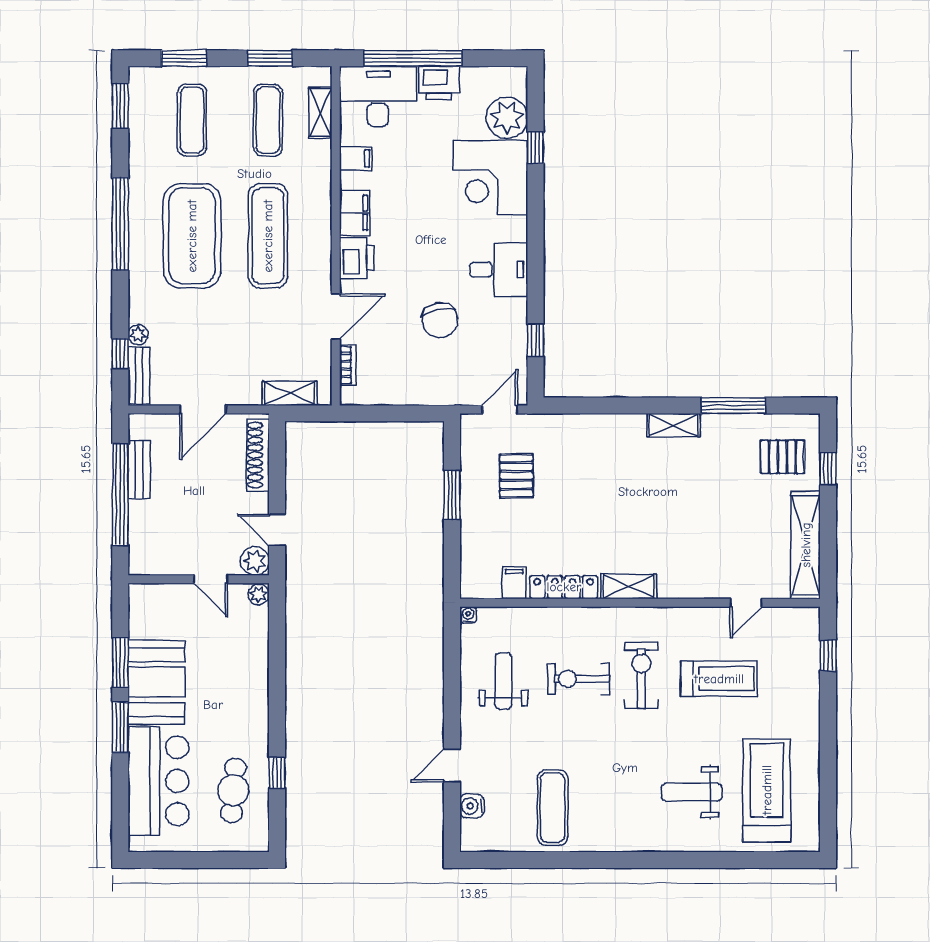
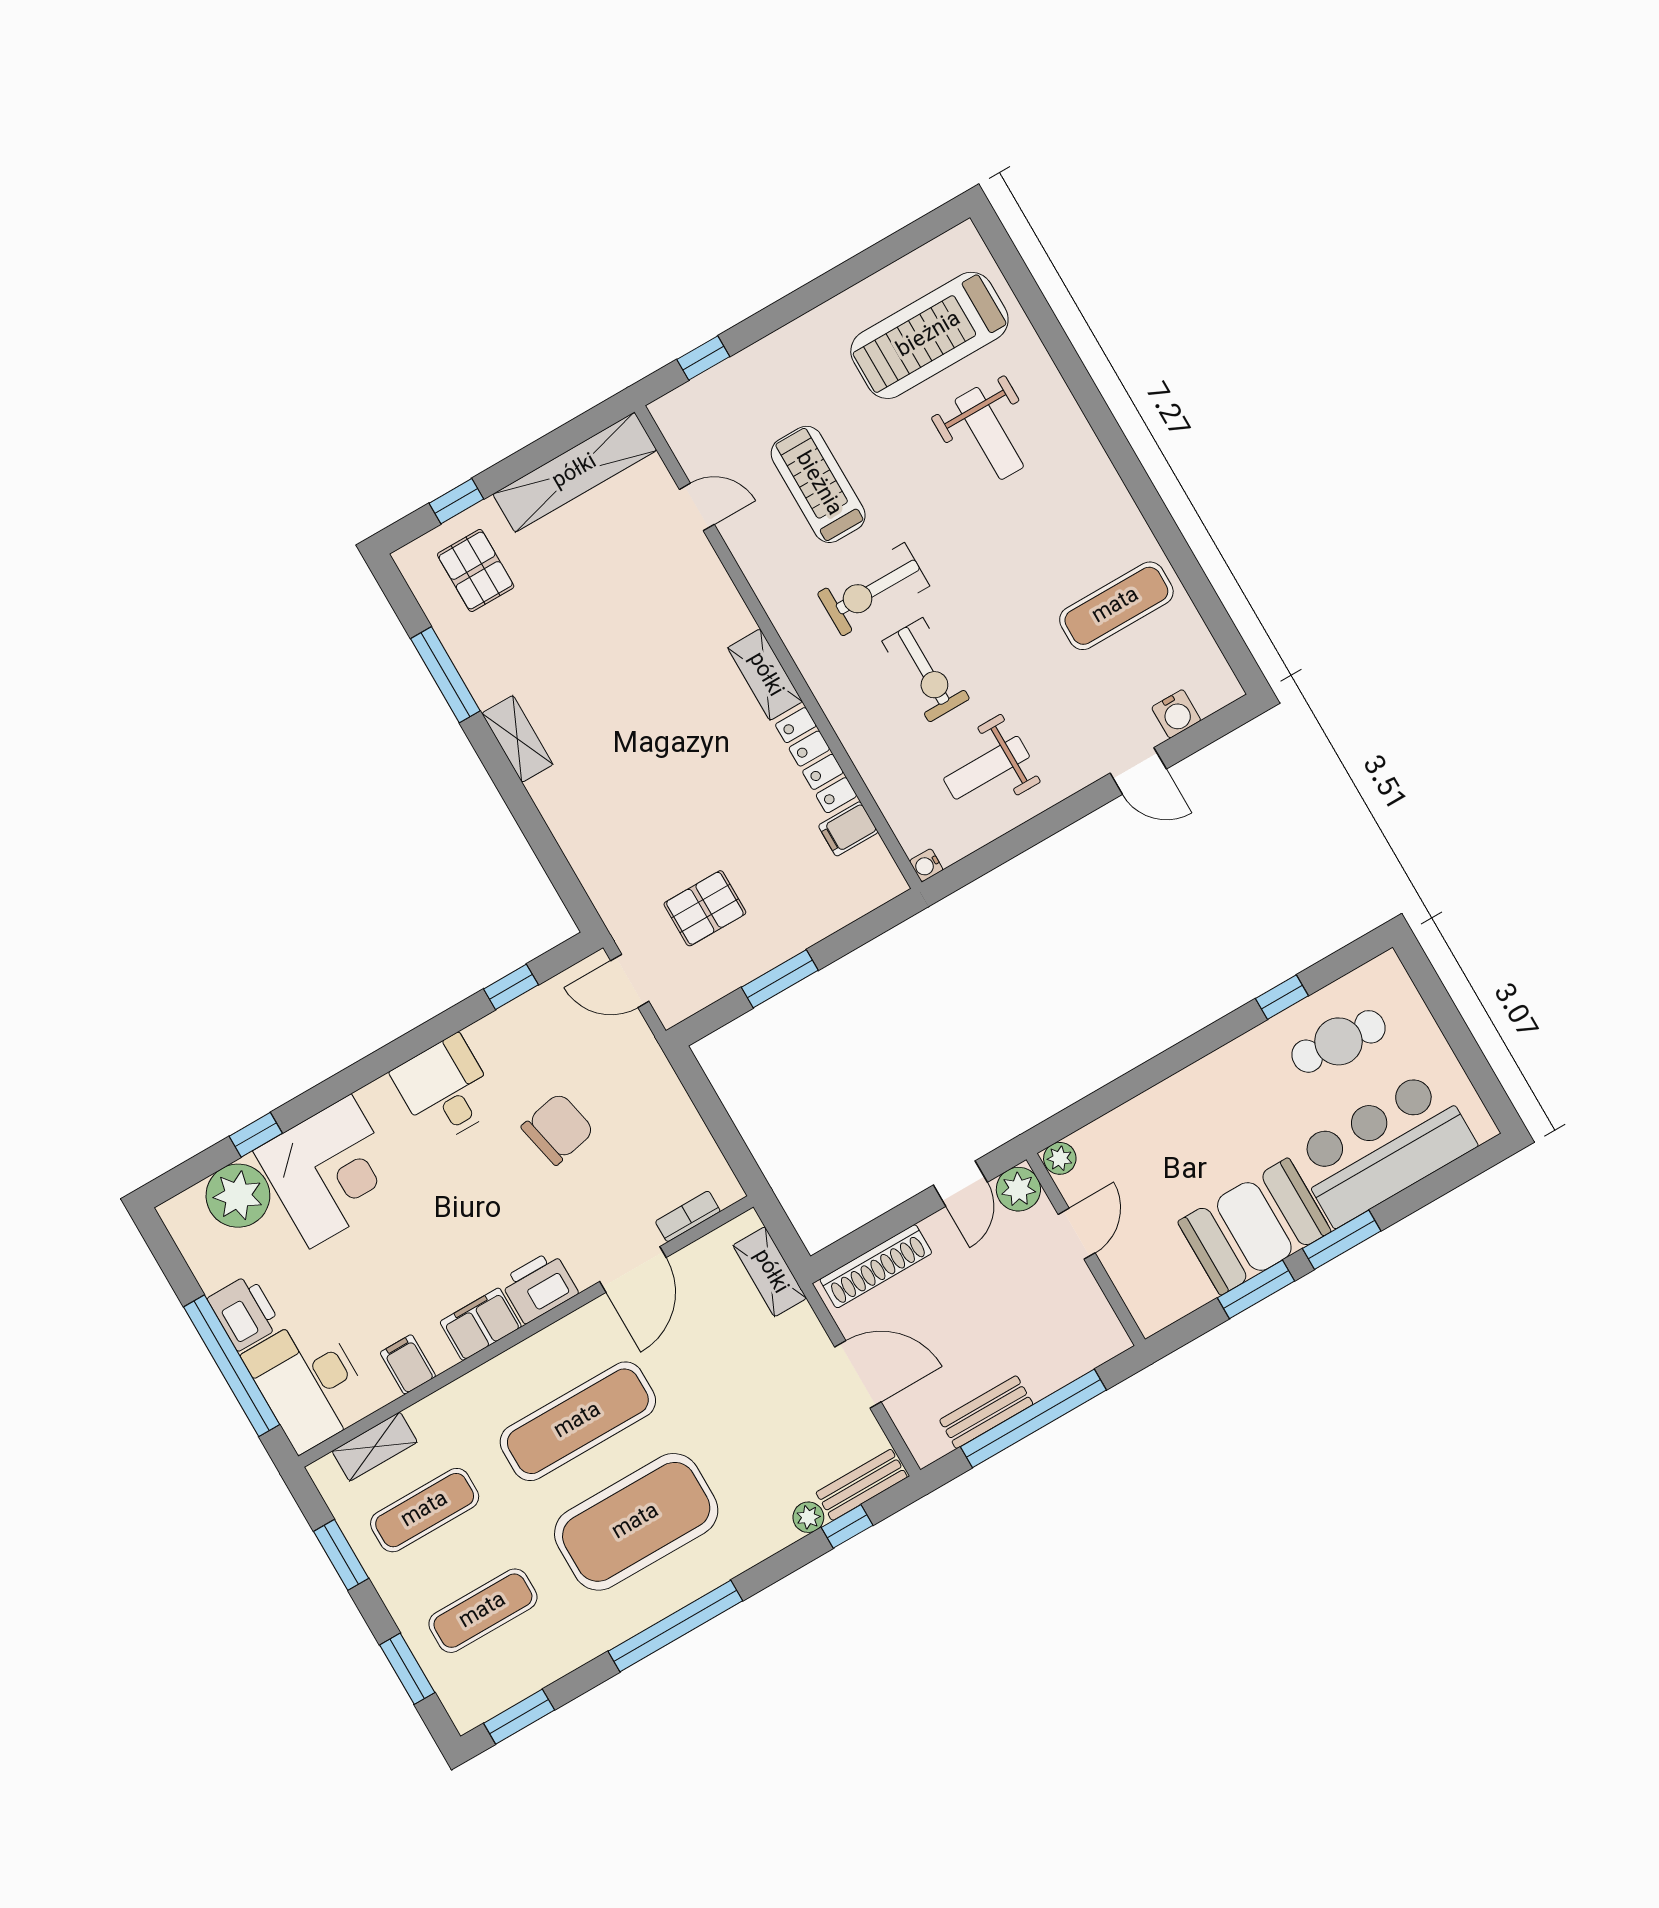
door: (336, 317) -> (633, 1269), swing flipped

